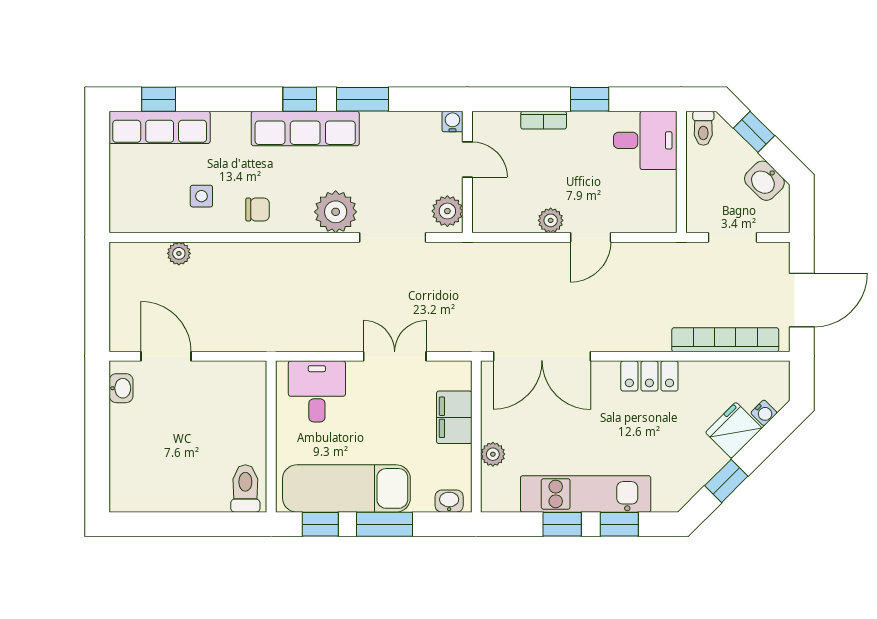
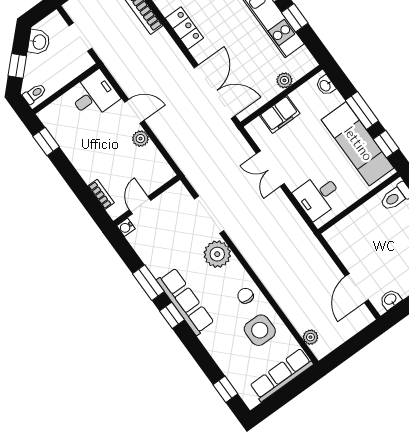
window: (590, 99) -> (46, 141), moved
bookcase: (544, 120) -> (101, 194), moved
row of seats: (160, 127) -> (281, 375), moved, turned -90
desk: (645, 140) -> (94, 95), moved, turned 90
side table: (201, 196) -> (260, 330), width x1.87, depth x1.87
plant: (447, 211) -> (175, 196), removed
plant: (179, 253) -> (310, 337), moved

